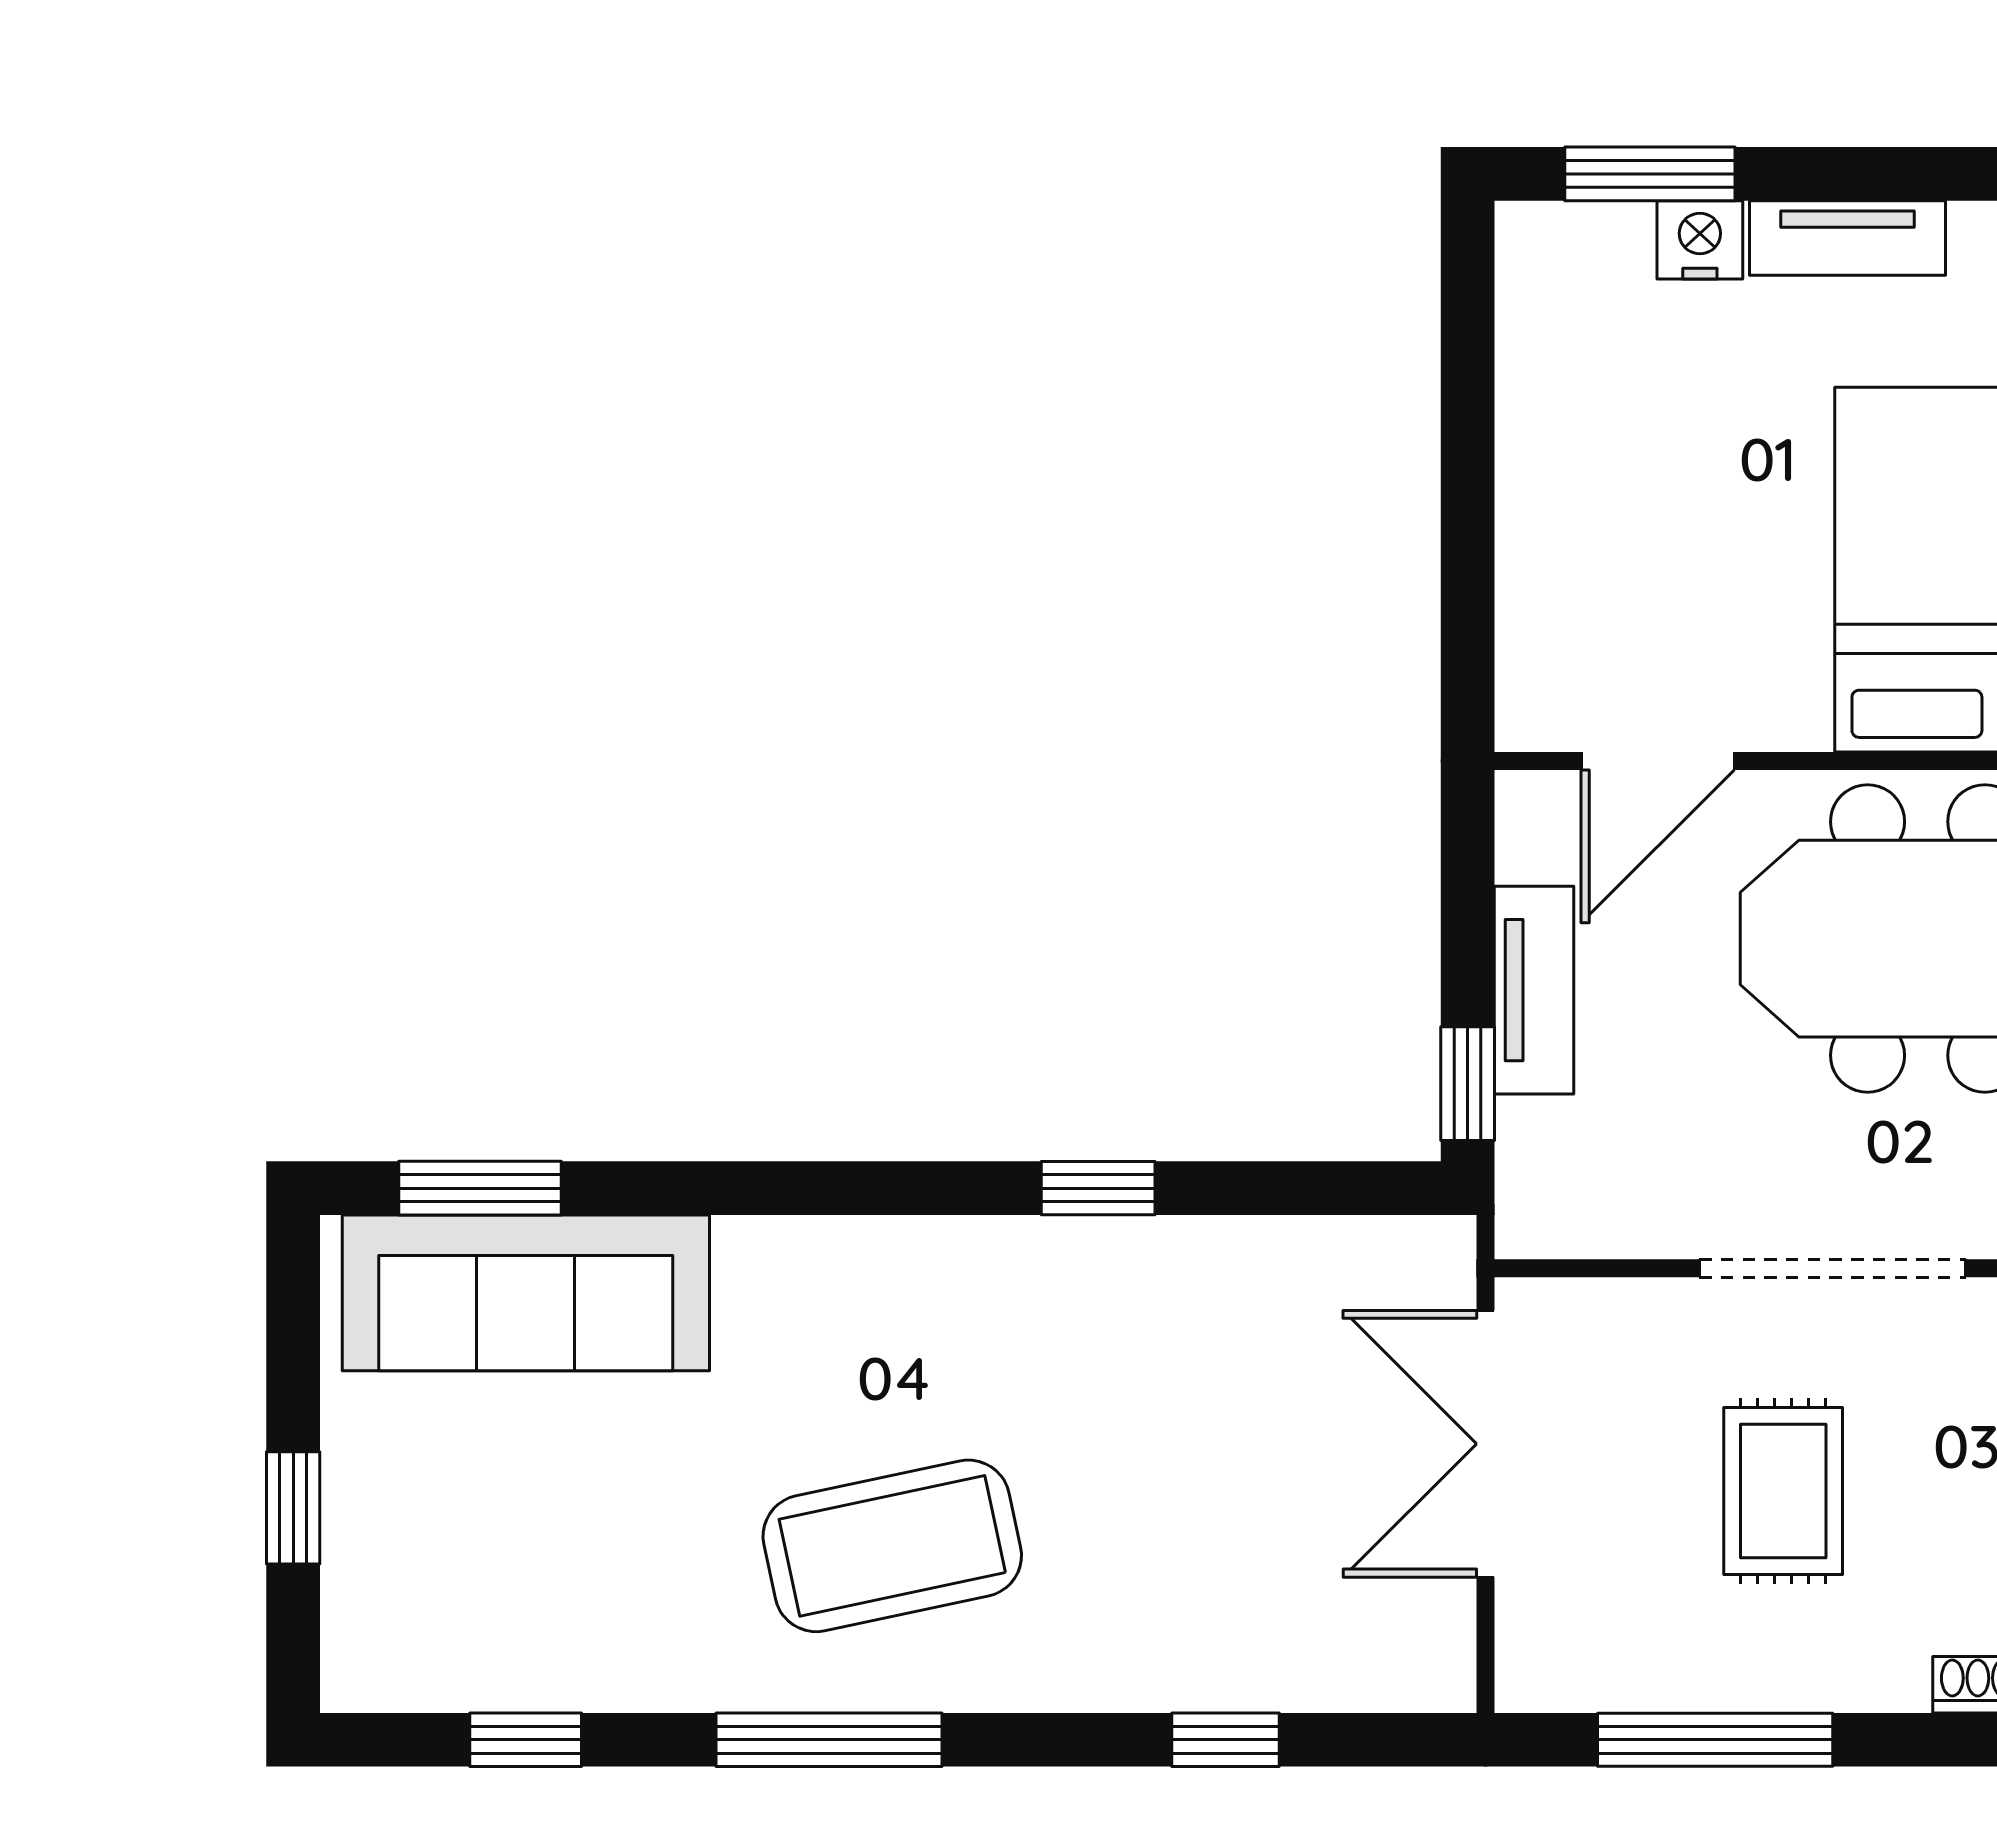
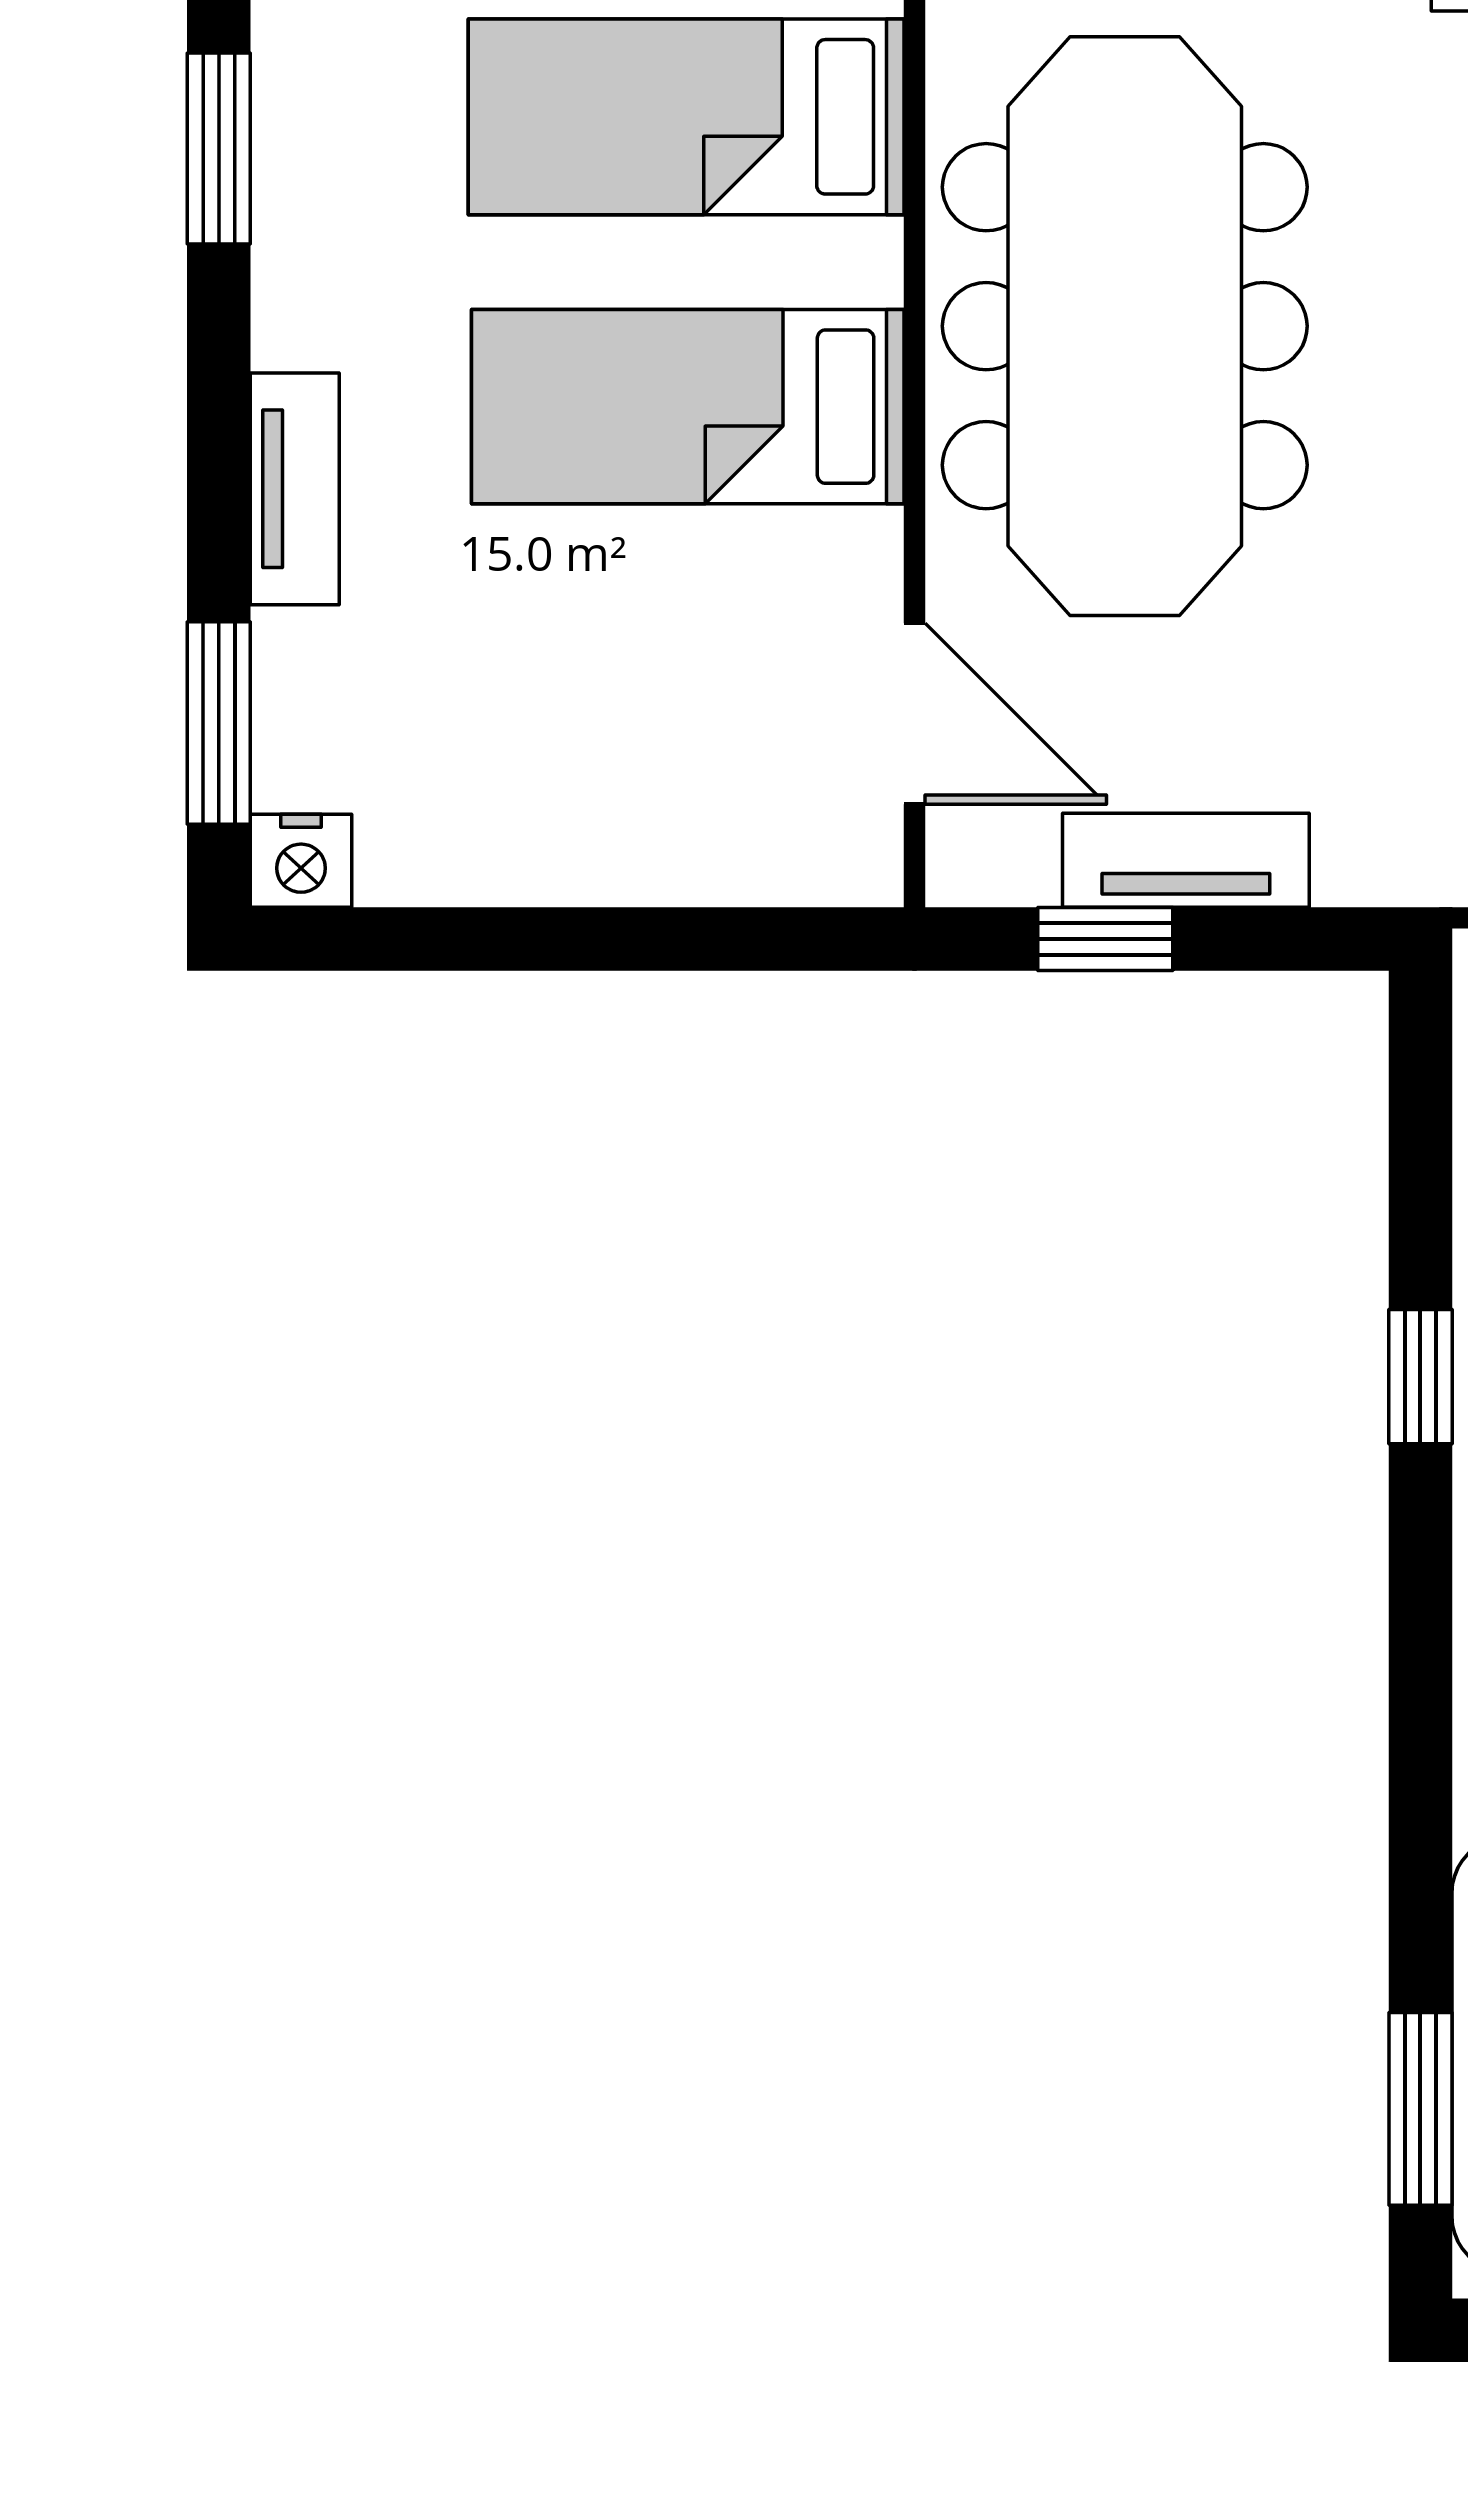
nightstand: (1700, 240) -> (301, 861), moved, turned -90
window: (1468, 1084) -> (1105, 939), moved

